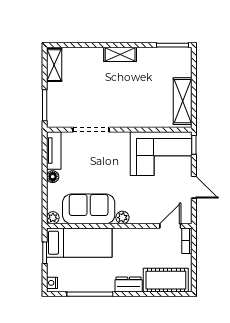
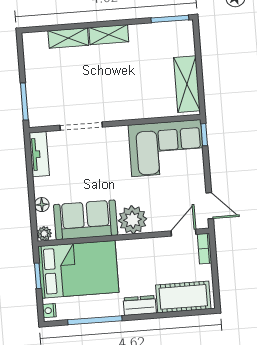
shelving: (54, 65) -> (68, 38), moved, turned 90
floor lamp: (53, 177) -> (42, 205), moved
door: (194, 187) -> (210, 206), moved
plant: (122, 218) -> (133, 220), width x1.87, depth x1.87
bed: (79, 243) -> (78, 269), width x1.50

